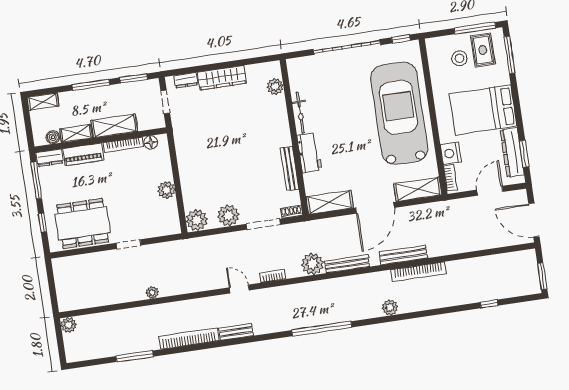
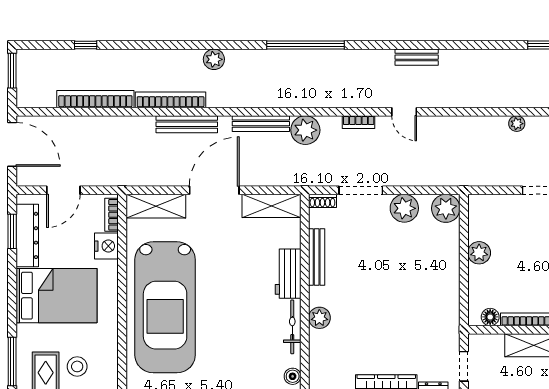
boiler: (294, 75) -> (293, 376), added
plant: (275, 87) -> (319, 318), moved
bookcase: (189, 338) -> (95, 99), moved, turned 180

